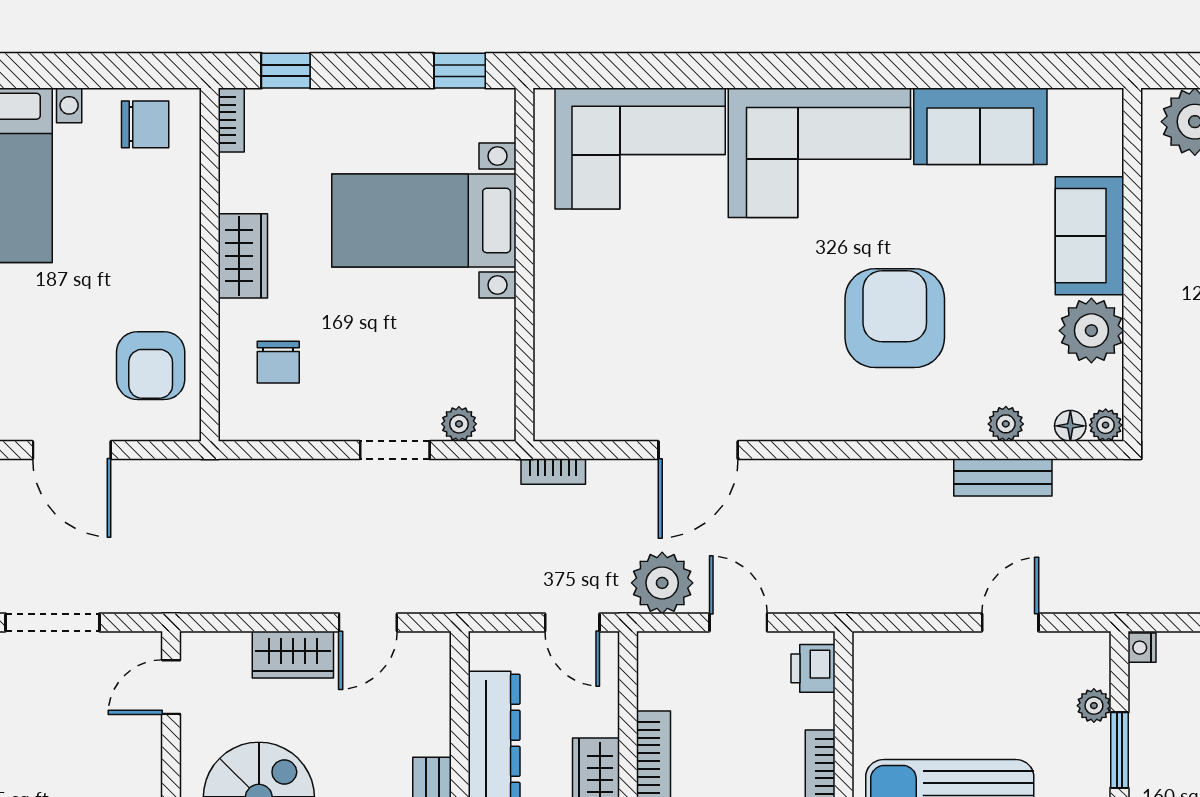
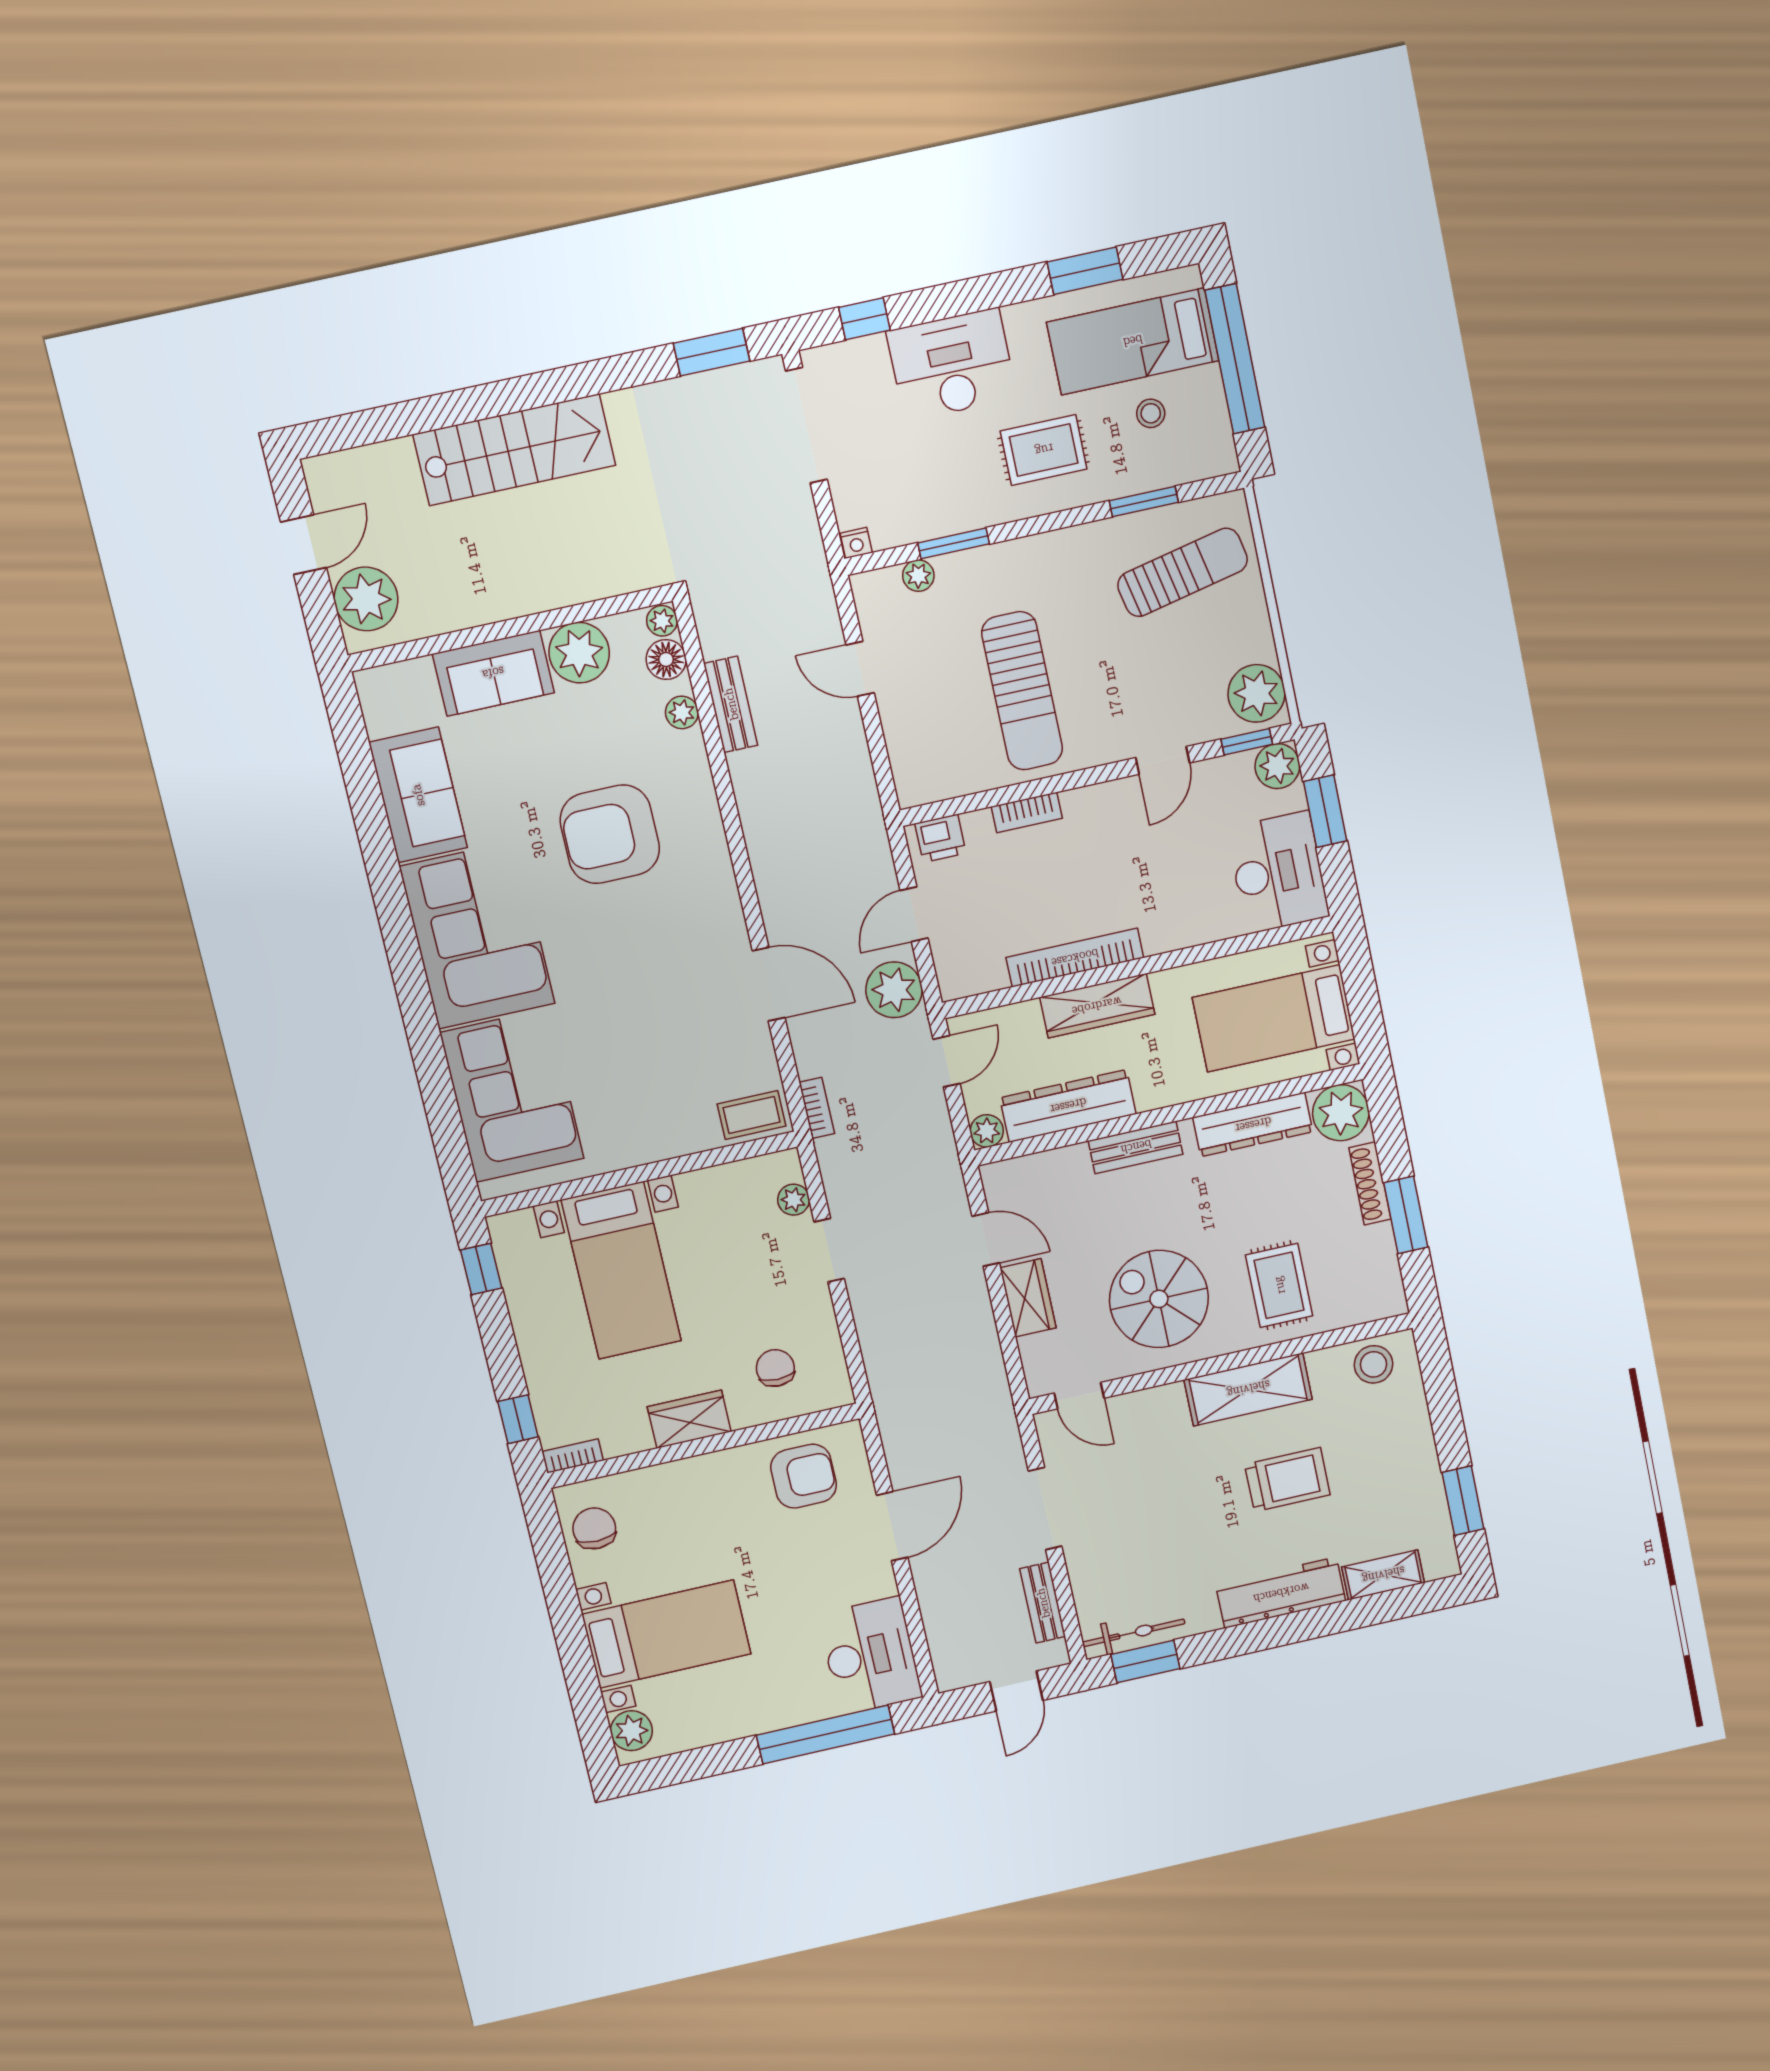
chair: (278, 362) -> (775, 1368), turned -90
coffee table: (561, 400) -> (752, 1115), added
floor lamp: (1070, 426) -> (666, 659), width x1.37, depth x1.37
plant: (487, 649) -> (987, 1131), added

